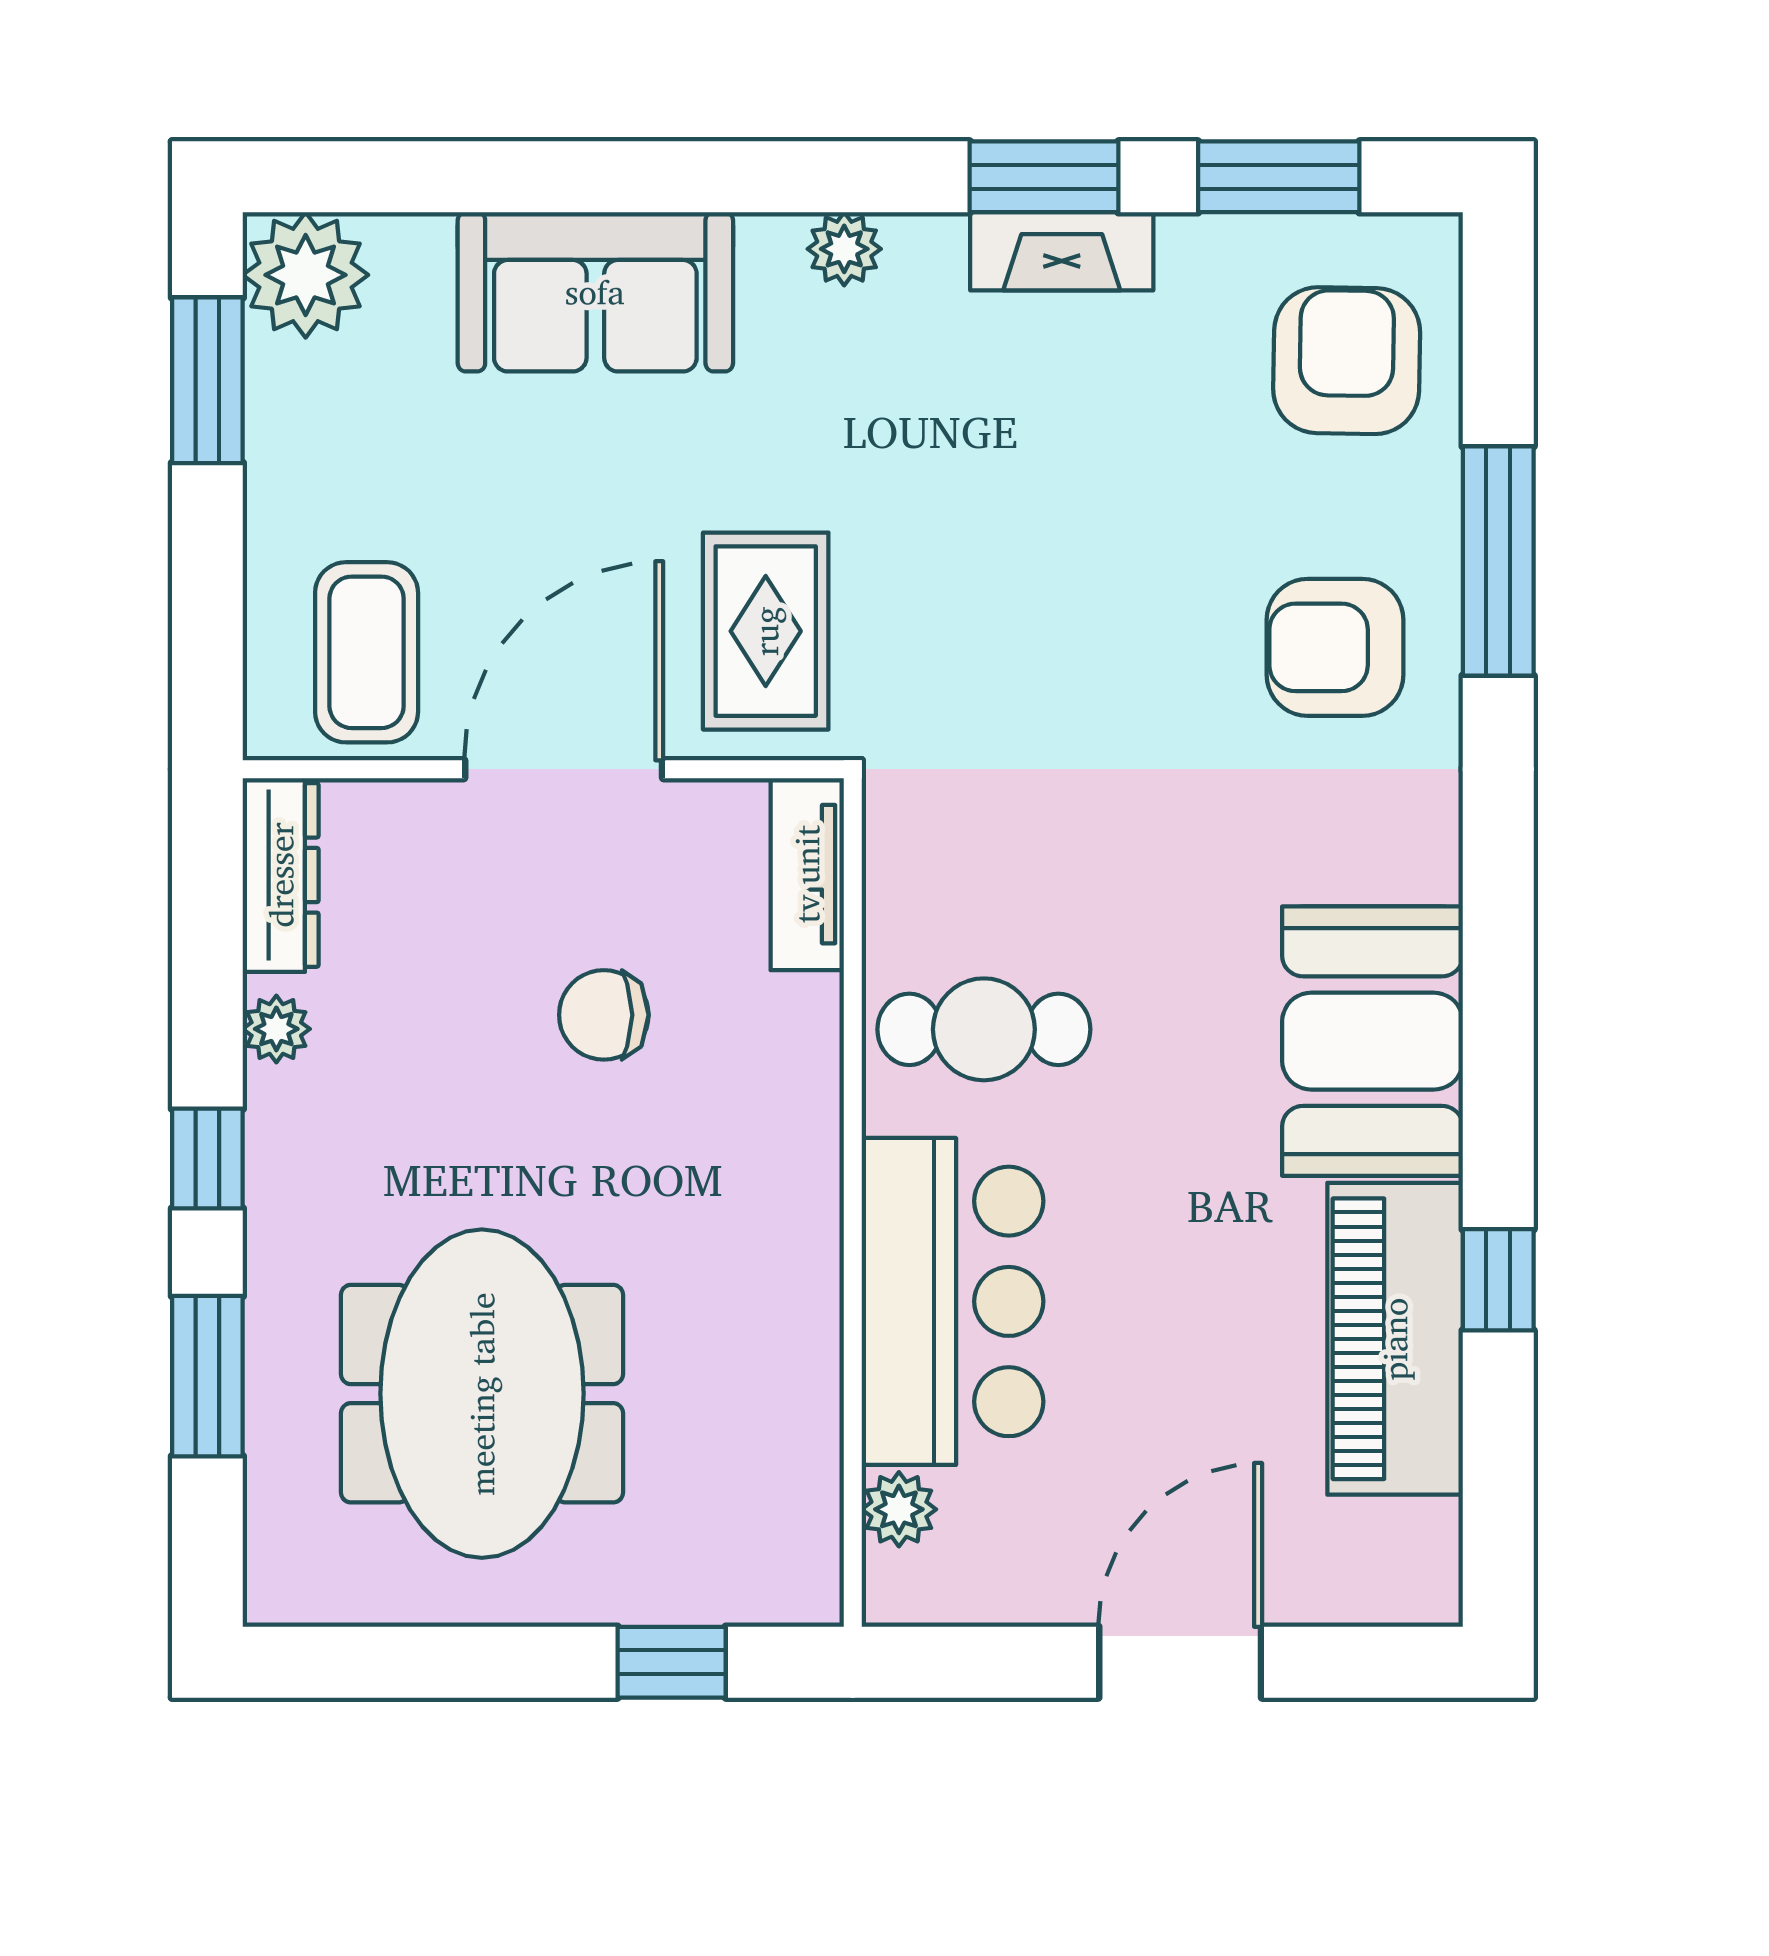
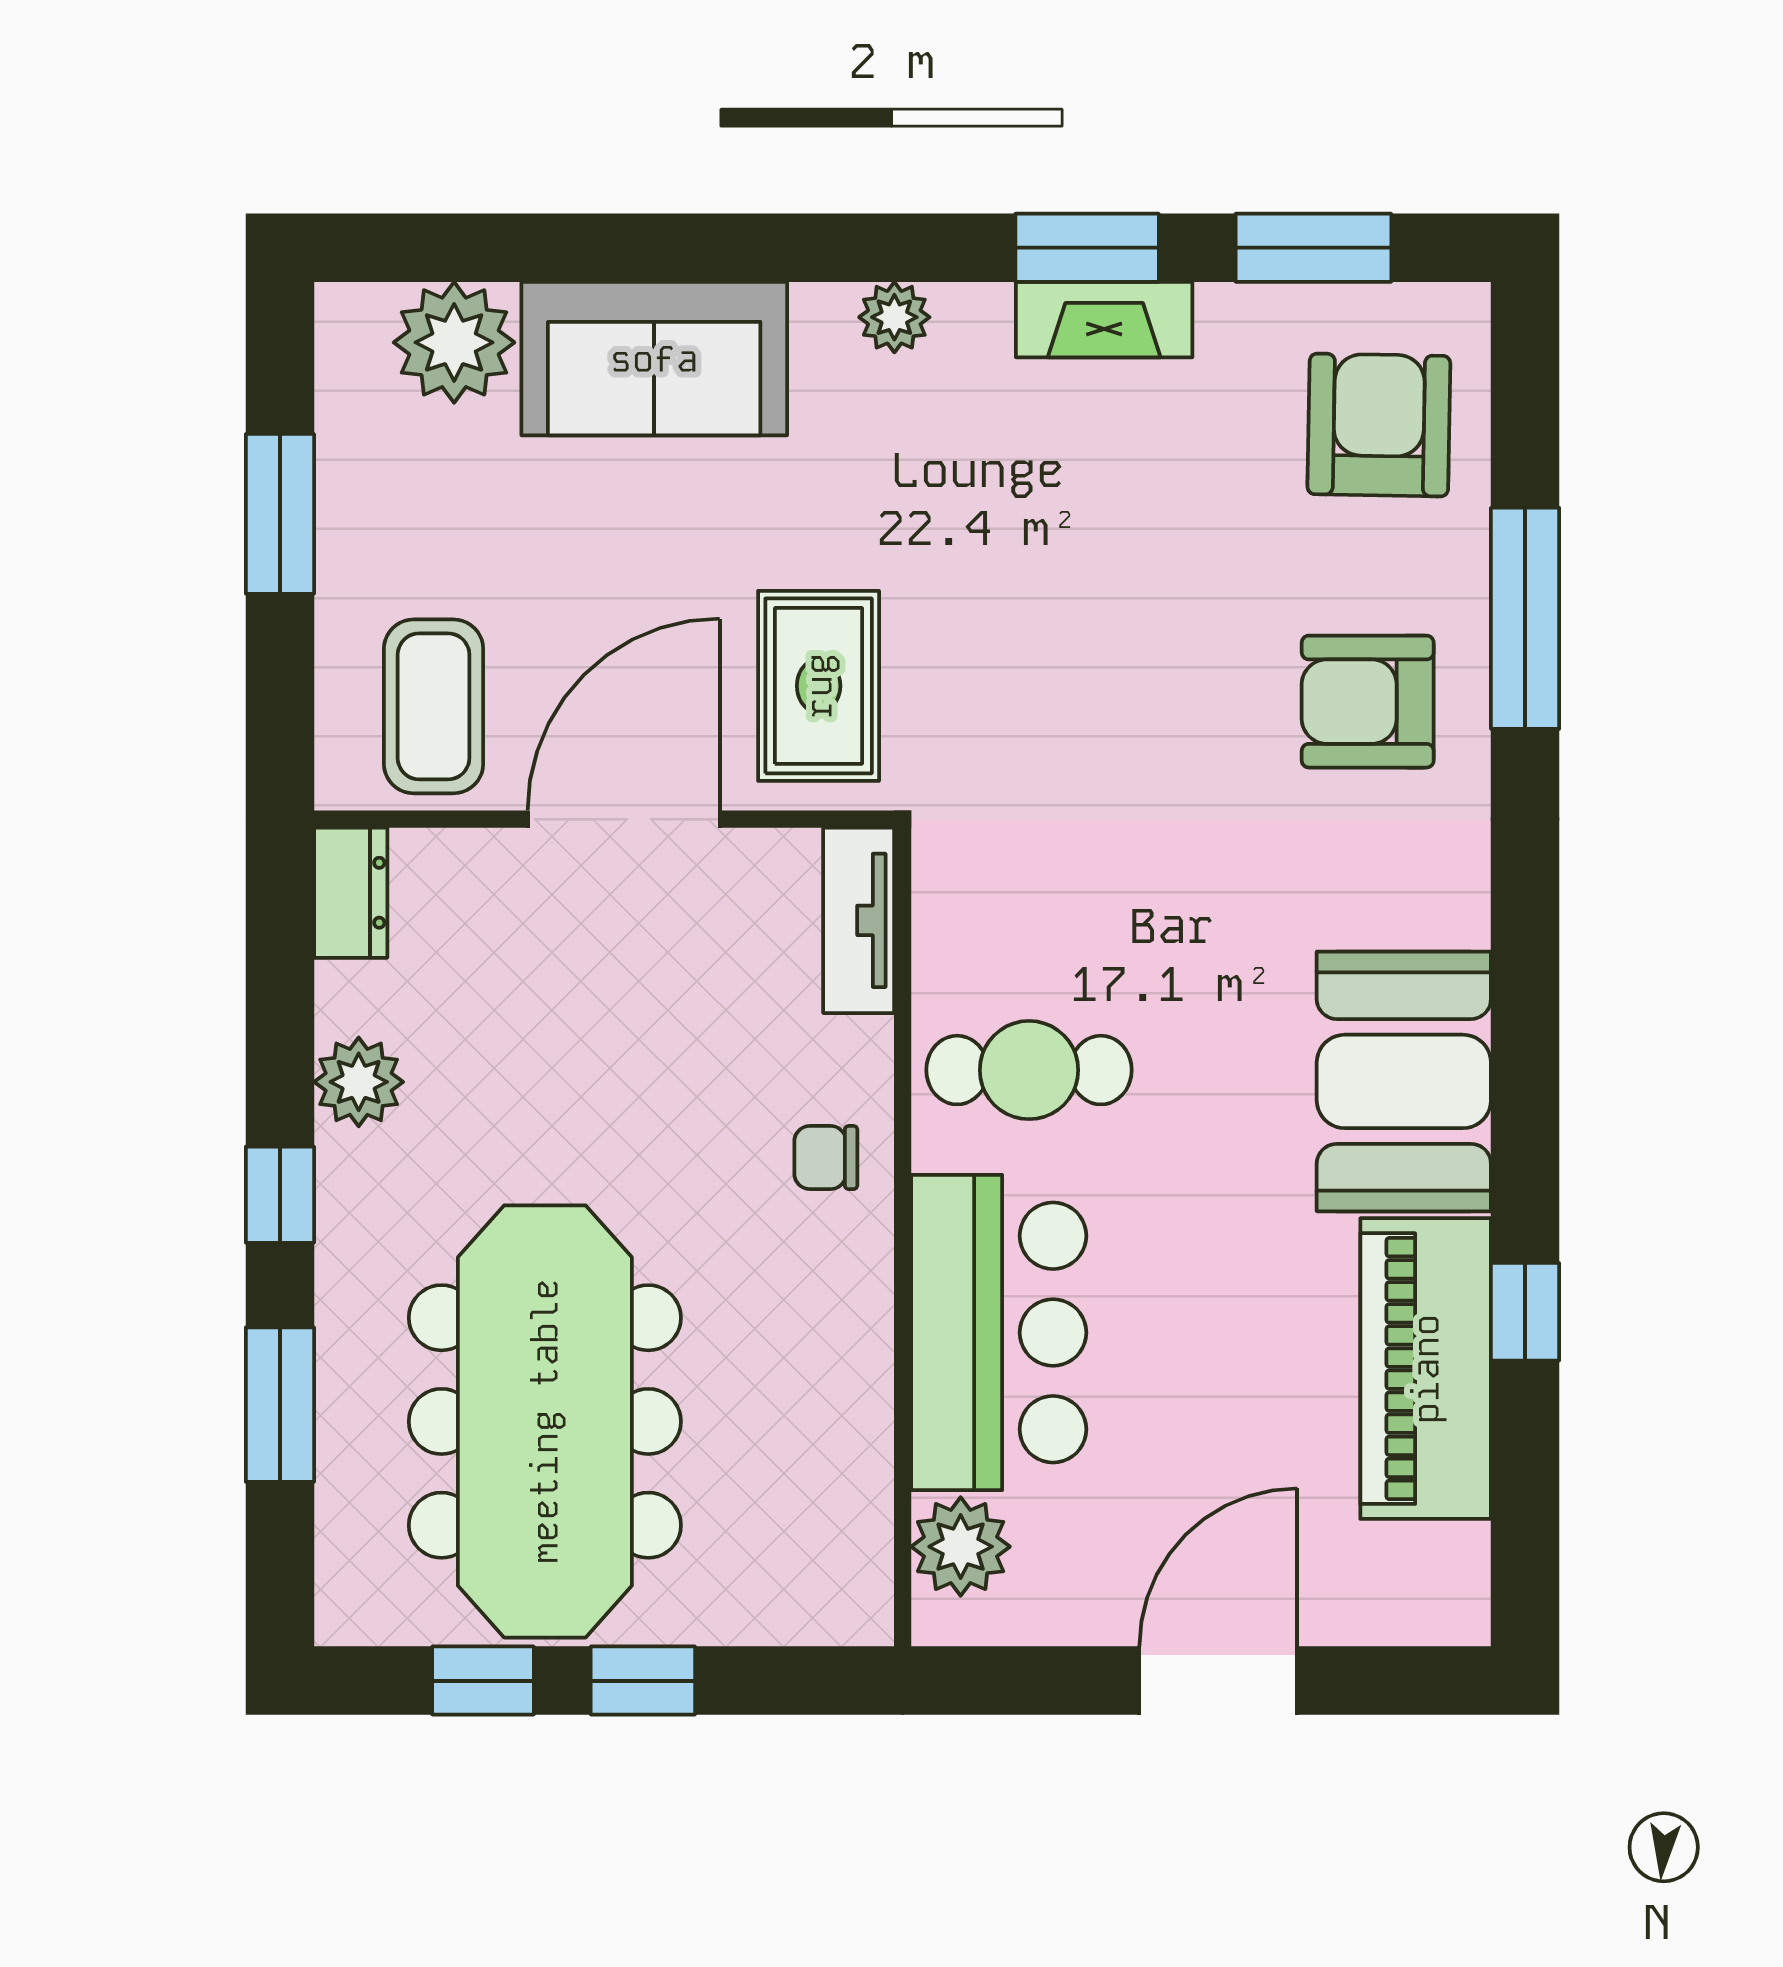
plant: (306, 275) -> (454, 342), moved
window: (207, 380) -> (280, 514), moved
dresser: (281, 875) -> (351, 893), width x0.70
chair: (604, 1015) -> (826, 1158), moved, width x0.73, depth x0.73
plant: (276, 1029) -> (359, 1082), width x1.38, depth x1.38
meeting table: (482, 1394) -> (545, 1421), width x1.36
plant: (899, 1509) -> (961, 1547), width x1.38, depth x1.38
window: (418, 1662) -> (483, 1681), added
window: (672, 1662) -> (643, 1681), moved

